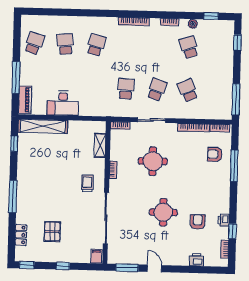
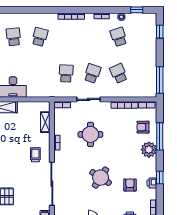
plant: (221, 181) -> (149, 150), added
round table: (163, 212) -> (101, 178), turned 33
window: (232, 231) -> (160, 178), moved

